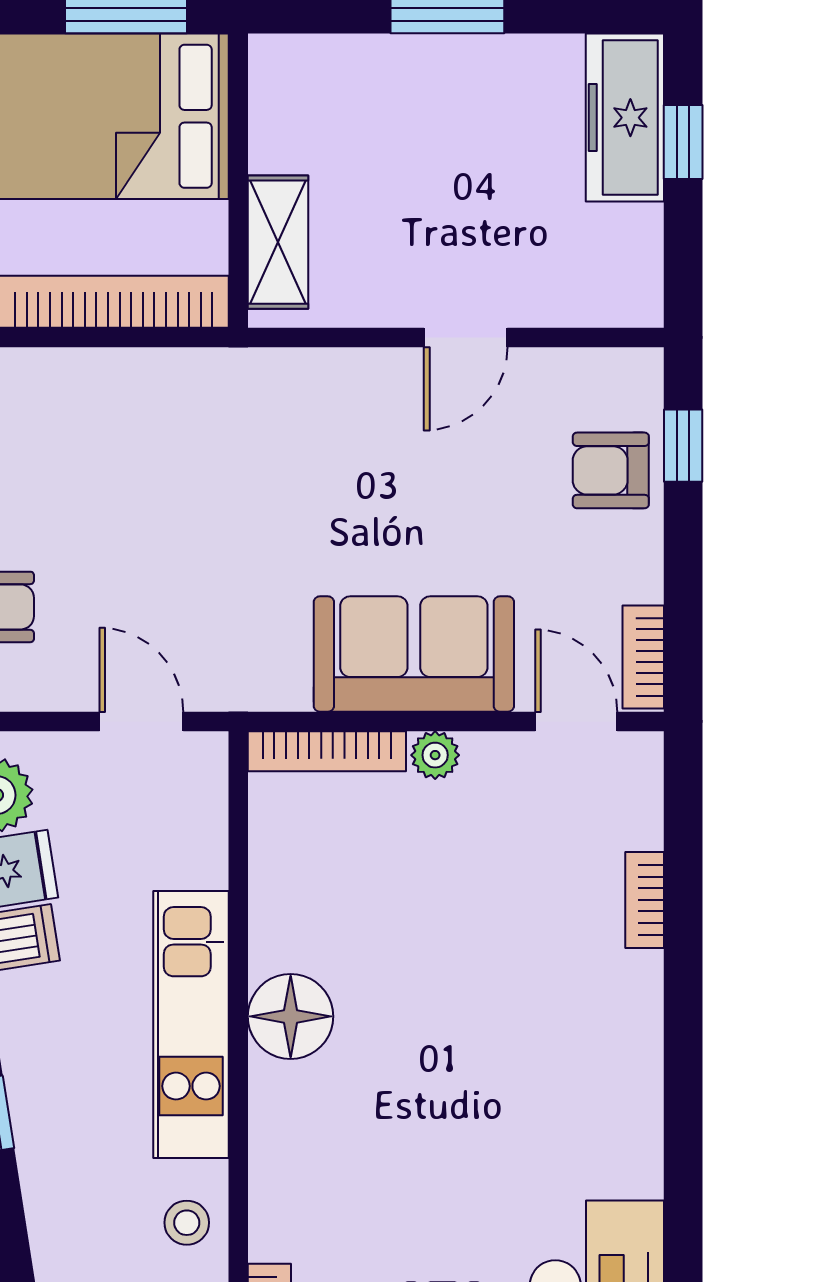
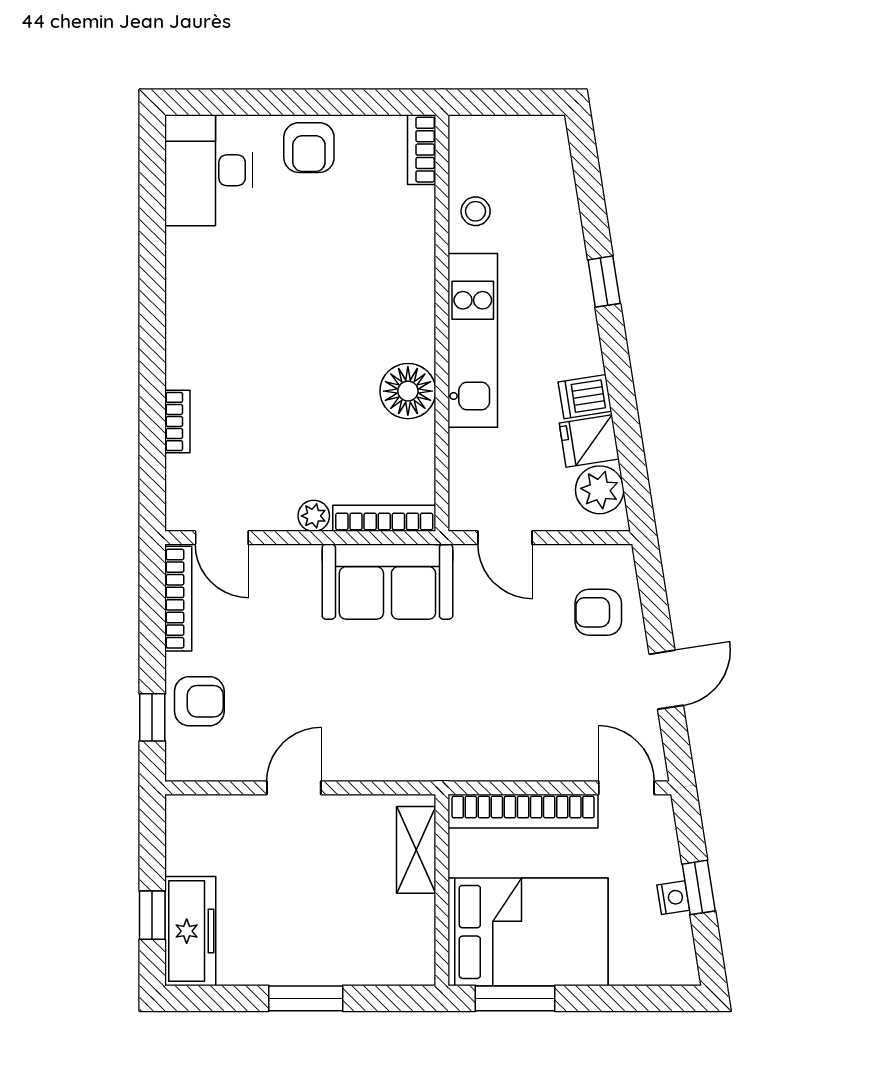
sofa: (414, 654) -> (387, 582), moved
bookcase: (643, 657) -> (178, 599), width x1.56
floor lamp: (291, 1016) -> (408, 391), moved

